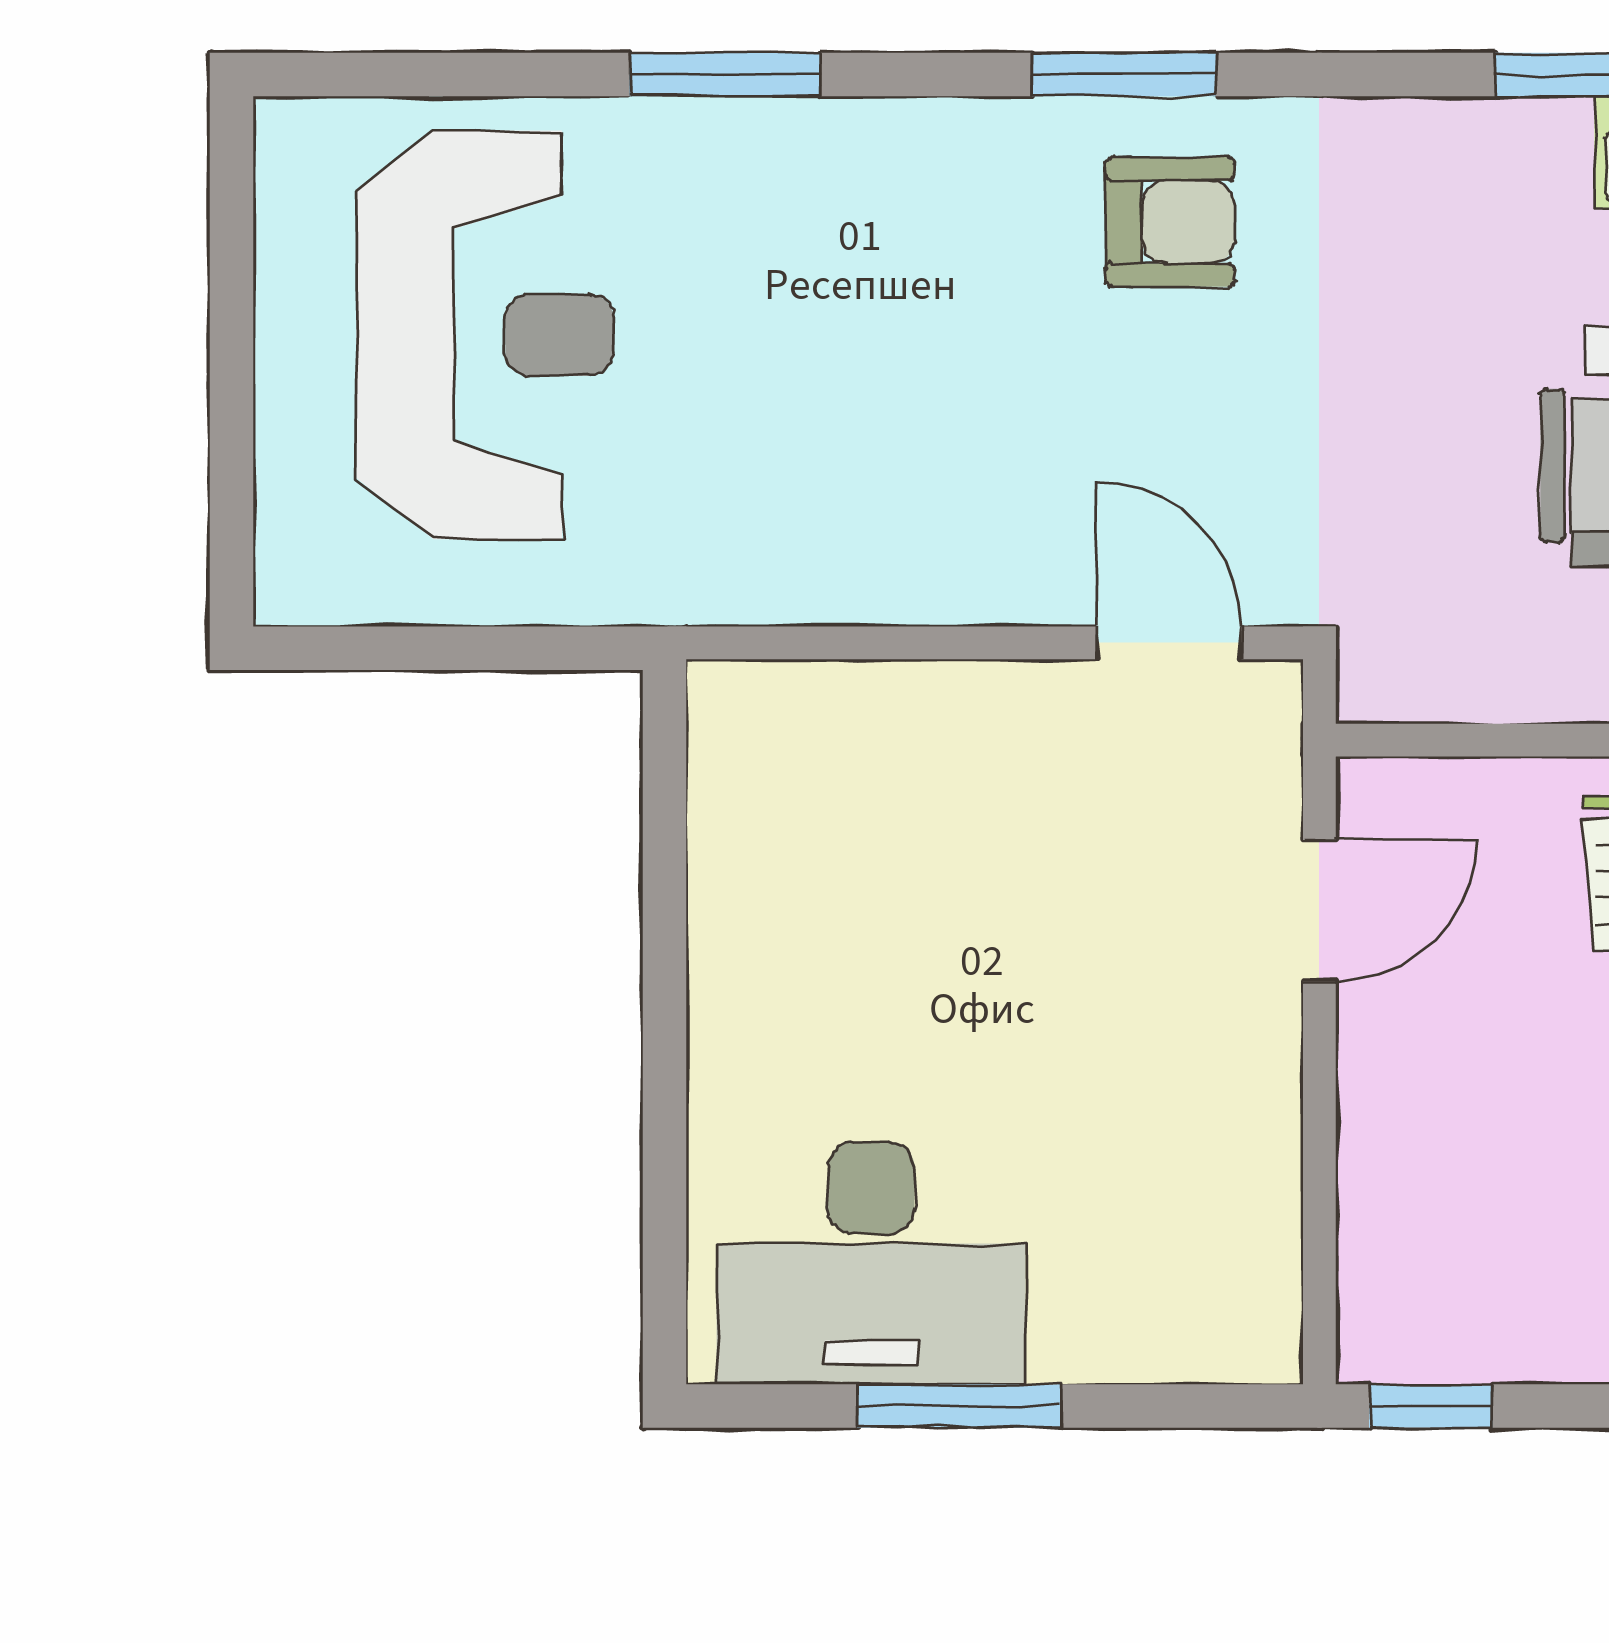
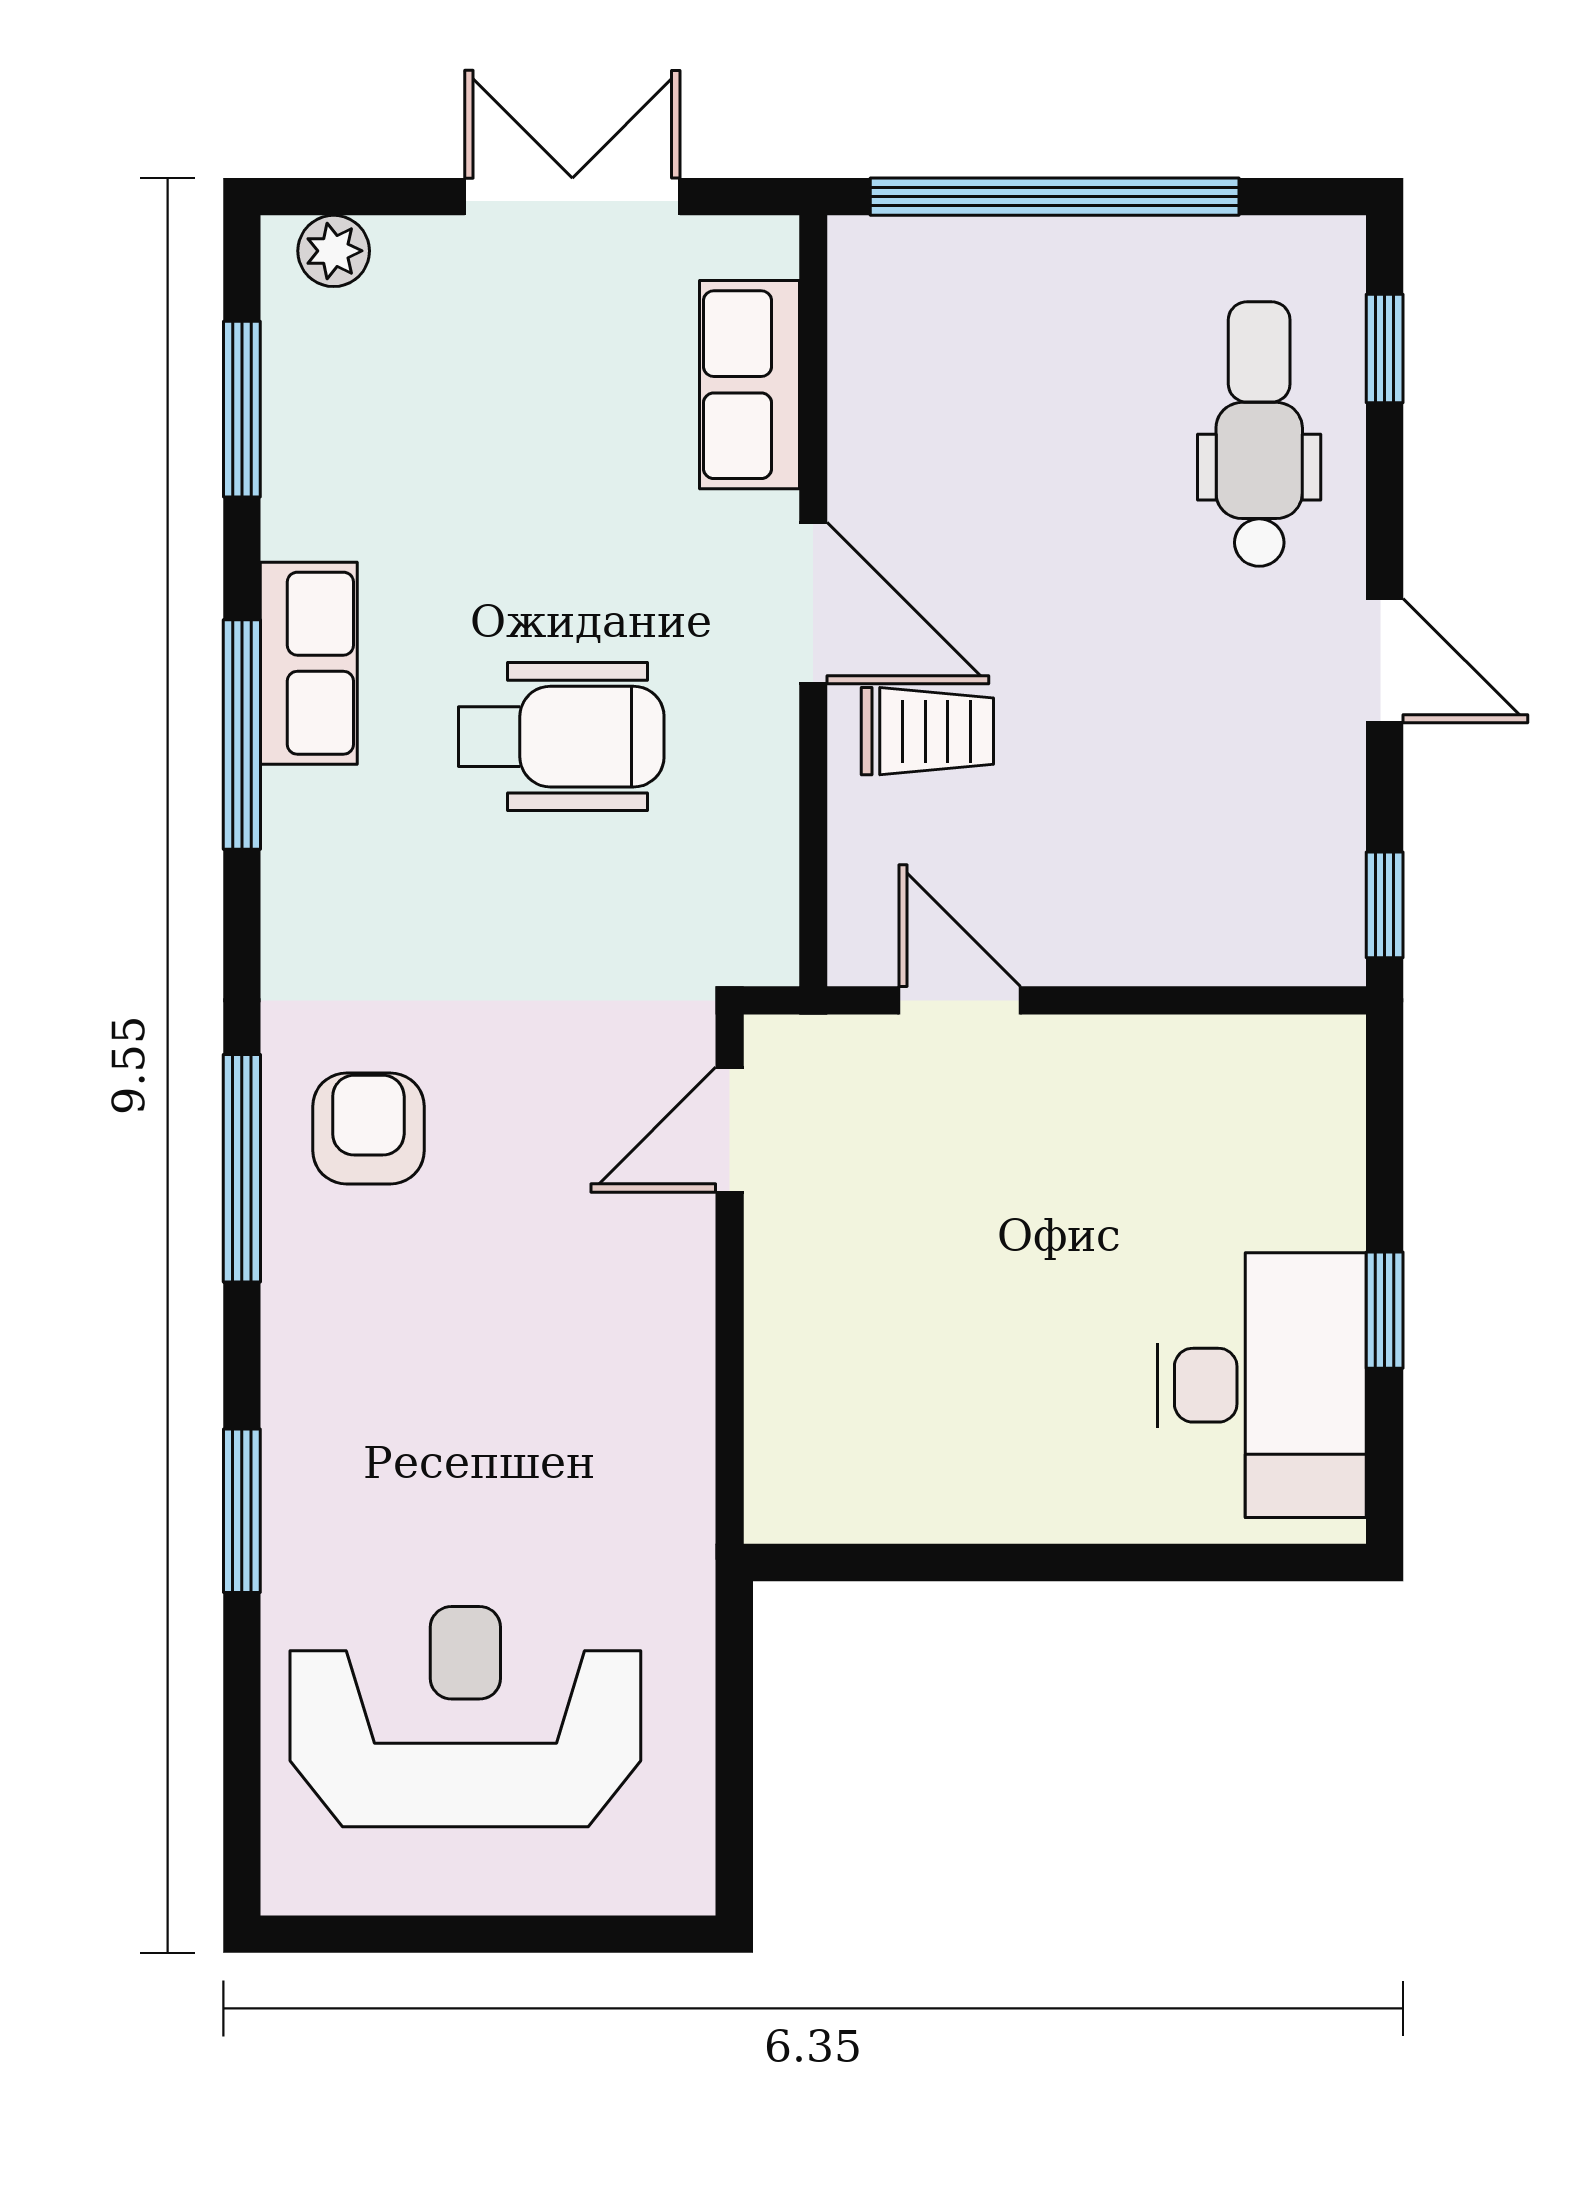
window: (1124, 74) -> (242, 1168), width x1.44
window: (958, 1406) -> (1385, 1310), width x0.67

